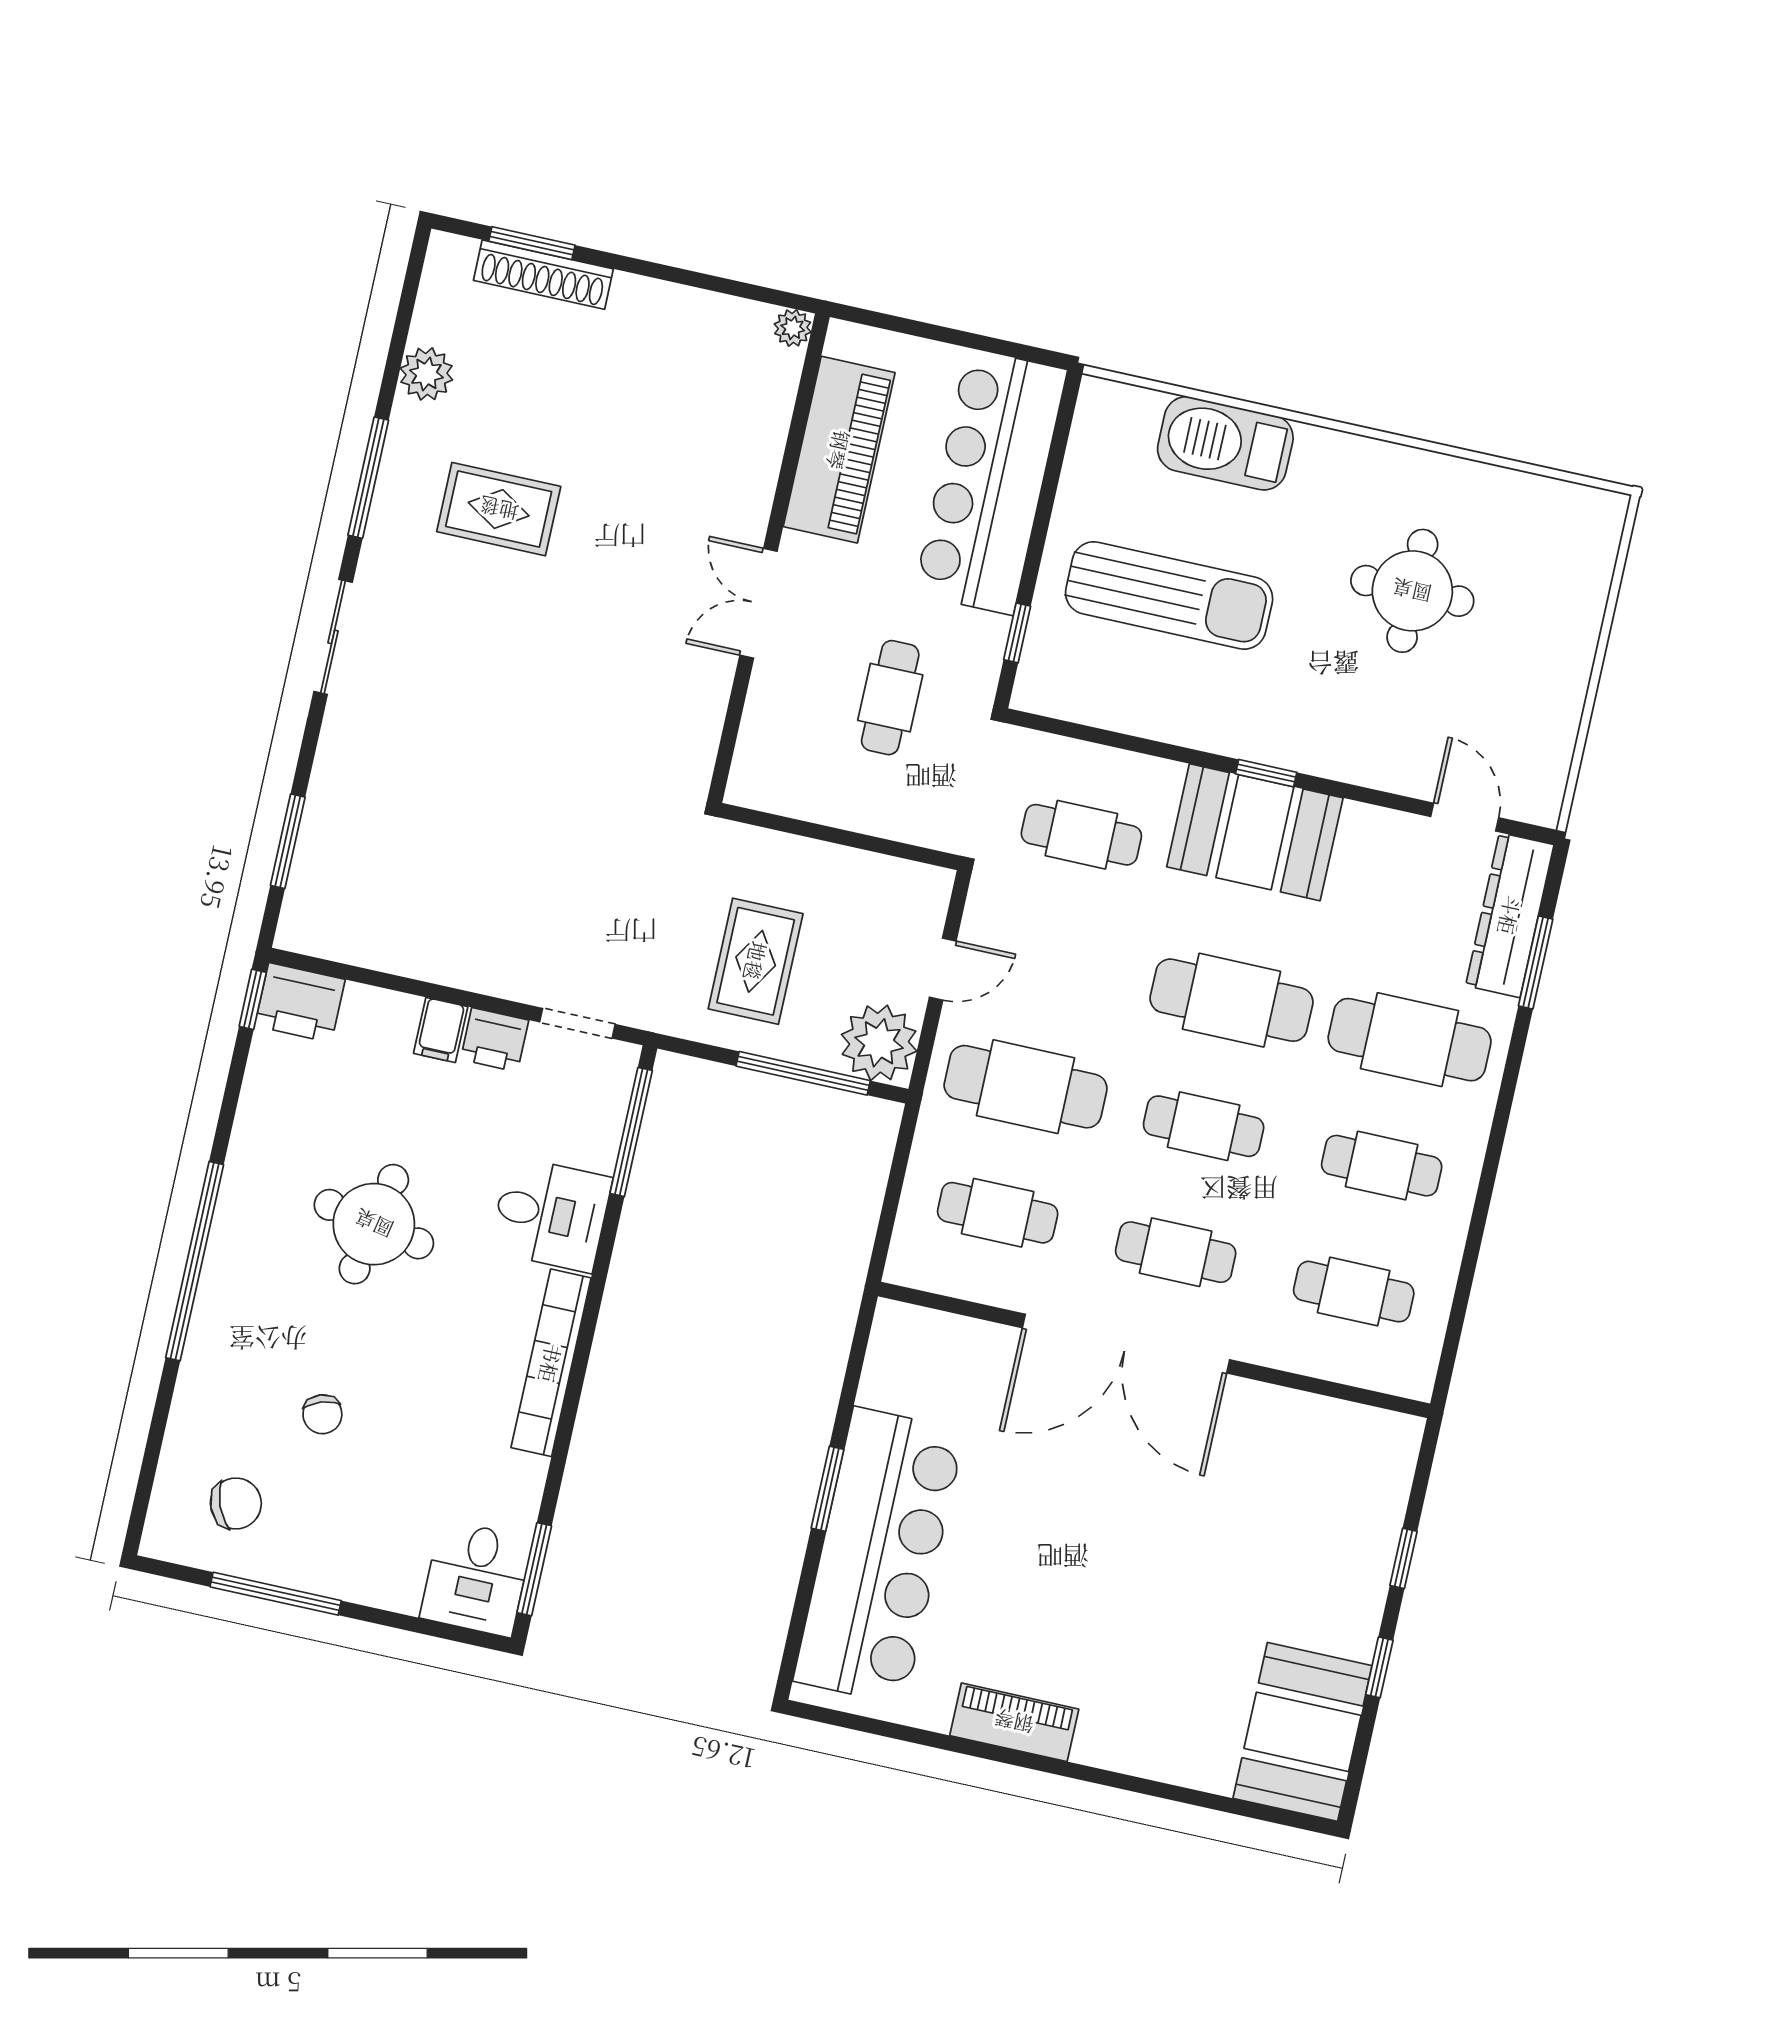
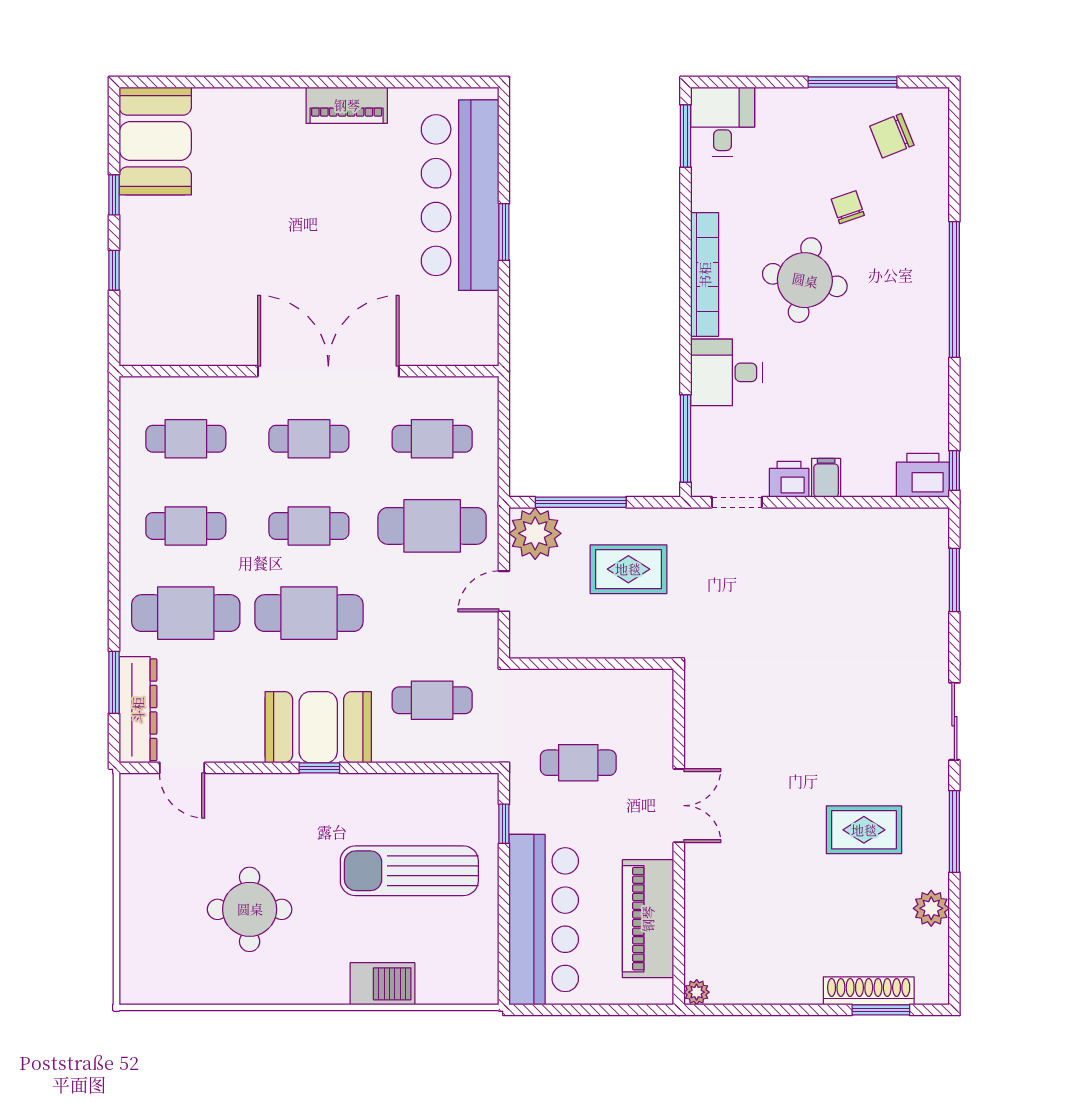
barbecue: (1225, 443) -> (383, 984), width x0.73, depth x0.83
cafe table: (890, 698) -> (578, 763), turned 90
rug: (756, 961) -> (628, 569), turned 90
round table: (374, 1224) -> (805, 280), moved

